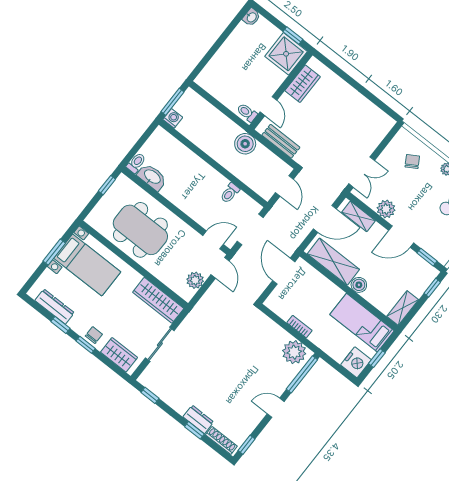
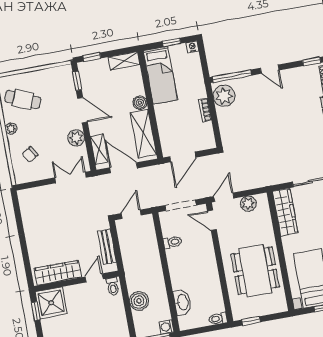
wardrobe: (303, 84) -> (58, 273), width x1.50
boiler: (245, 144) -> (139, 301), moved
washbasin: (152, 177) -> (182, 302), moved, turned 180
nightstand: (356, 362) -> (192, 47), width x0.53, depth x0.56

